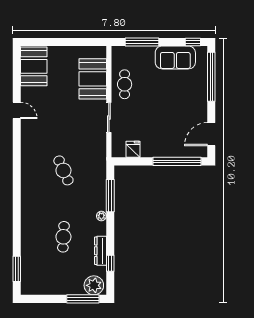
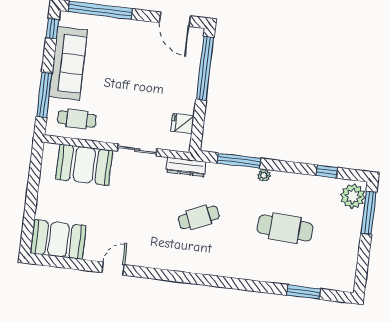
sofa: (175, 57) -> (68, 63), width x1.36
cafe table: (125, 84) -> (77, 119), moved
cafe table: (63, 237) -> (285, 228), width x1.37, depth x1.35
dresser: (100, 251) -> (186, 167), moved
window: (17, 269) -> (304, 292), moved

